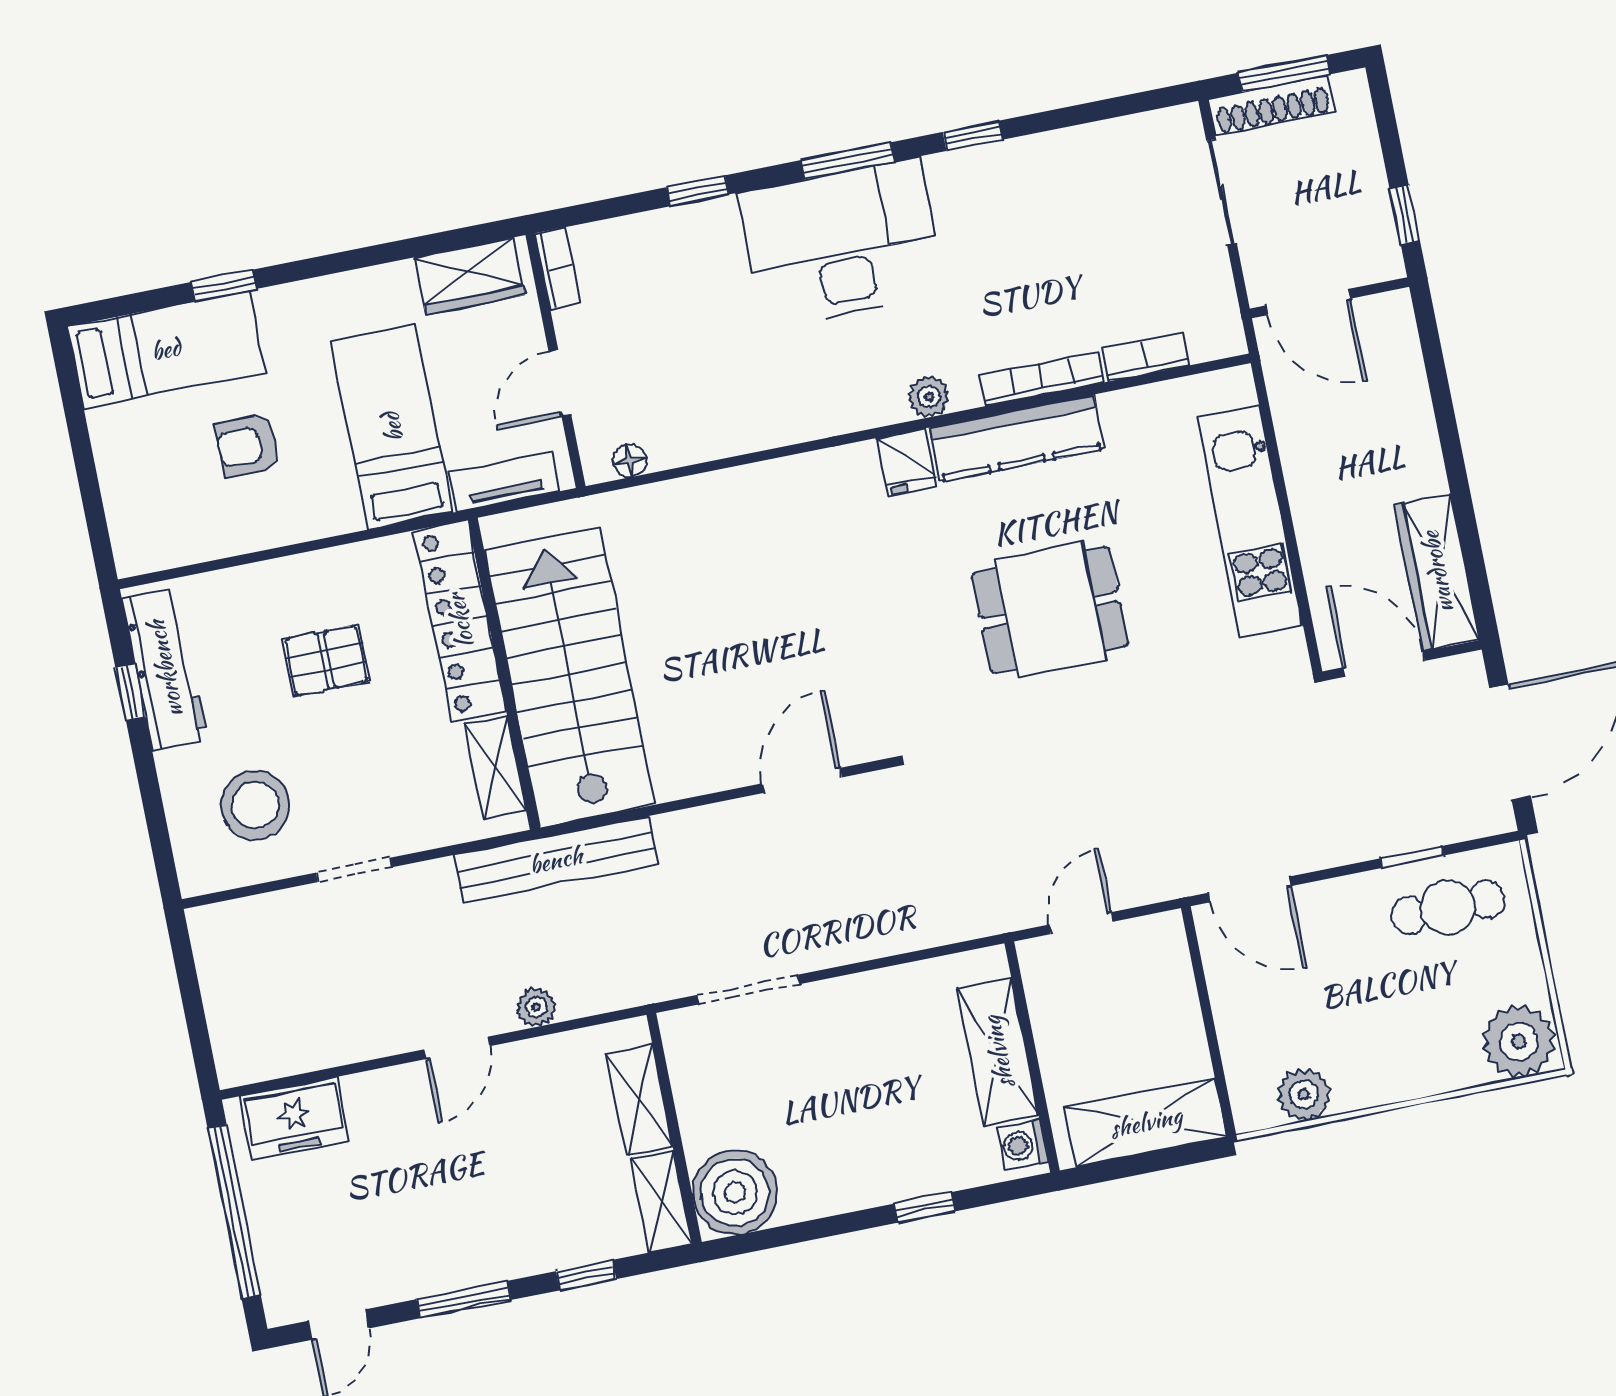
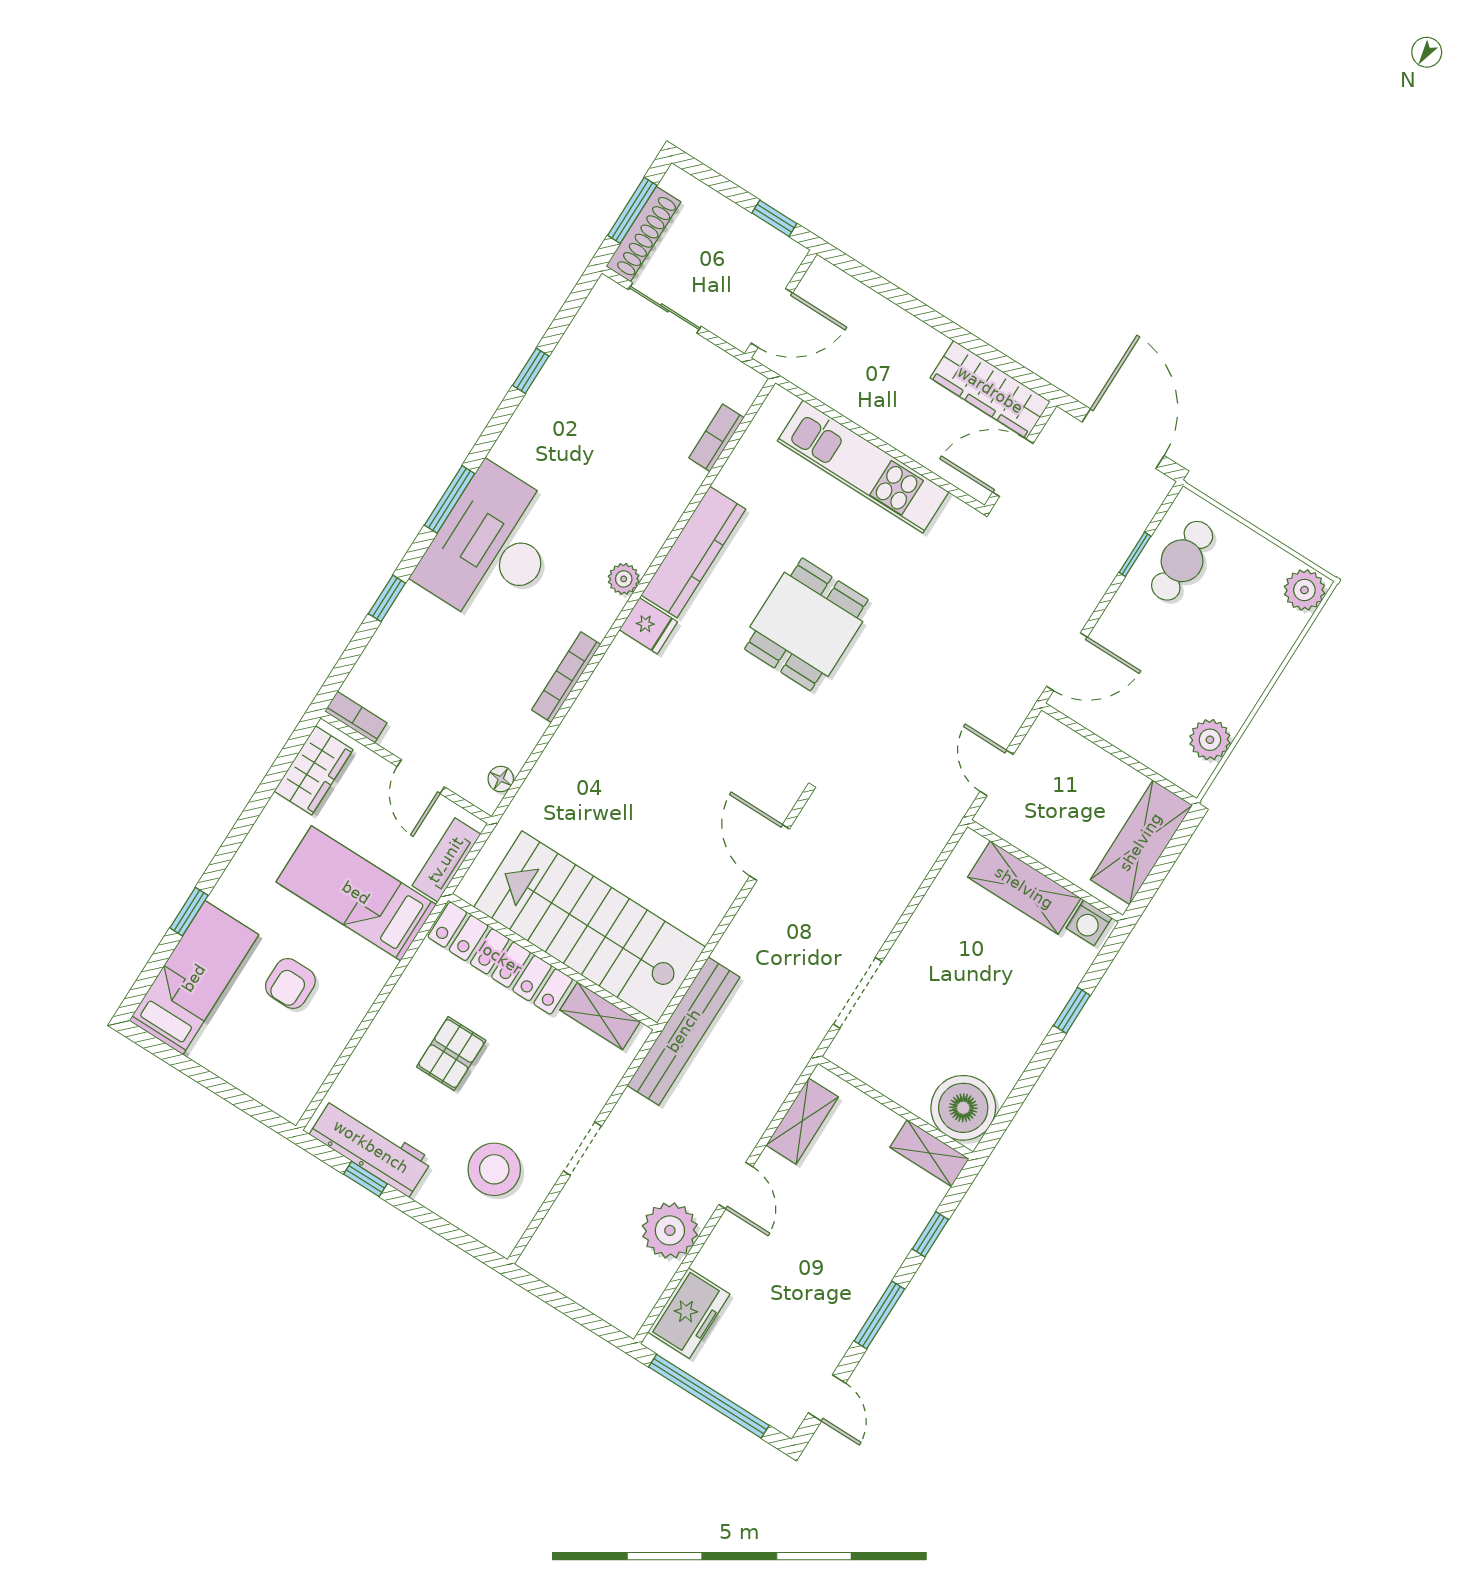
window: (973, 136) -> (531, 371), moved
bookcase: (1042, 379) -> (566, 677), moved
plant: (536, 1007) -> (670, 1230), moved, width x1.88, depth x1.88
plant: (1519, 1041) -> (1304, 590), width x0.73, depth x0.73
shelving: (640, 1100) -> (802, 1121), moved, turned 90

